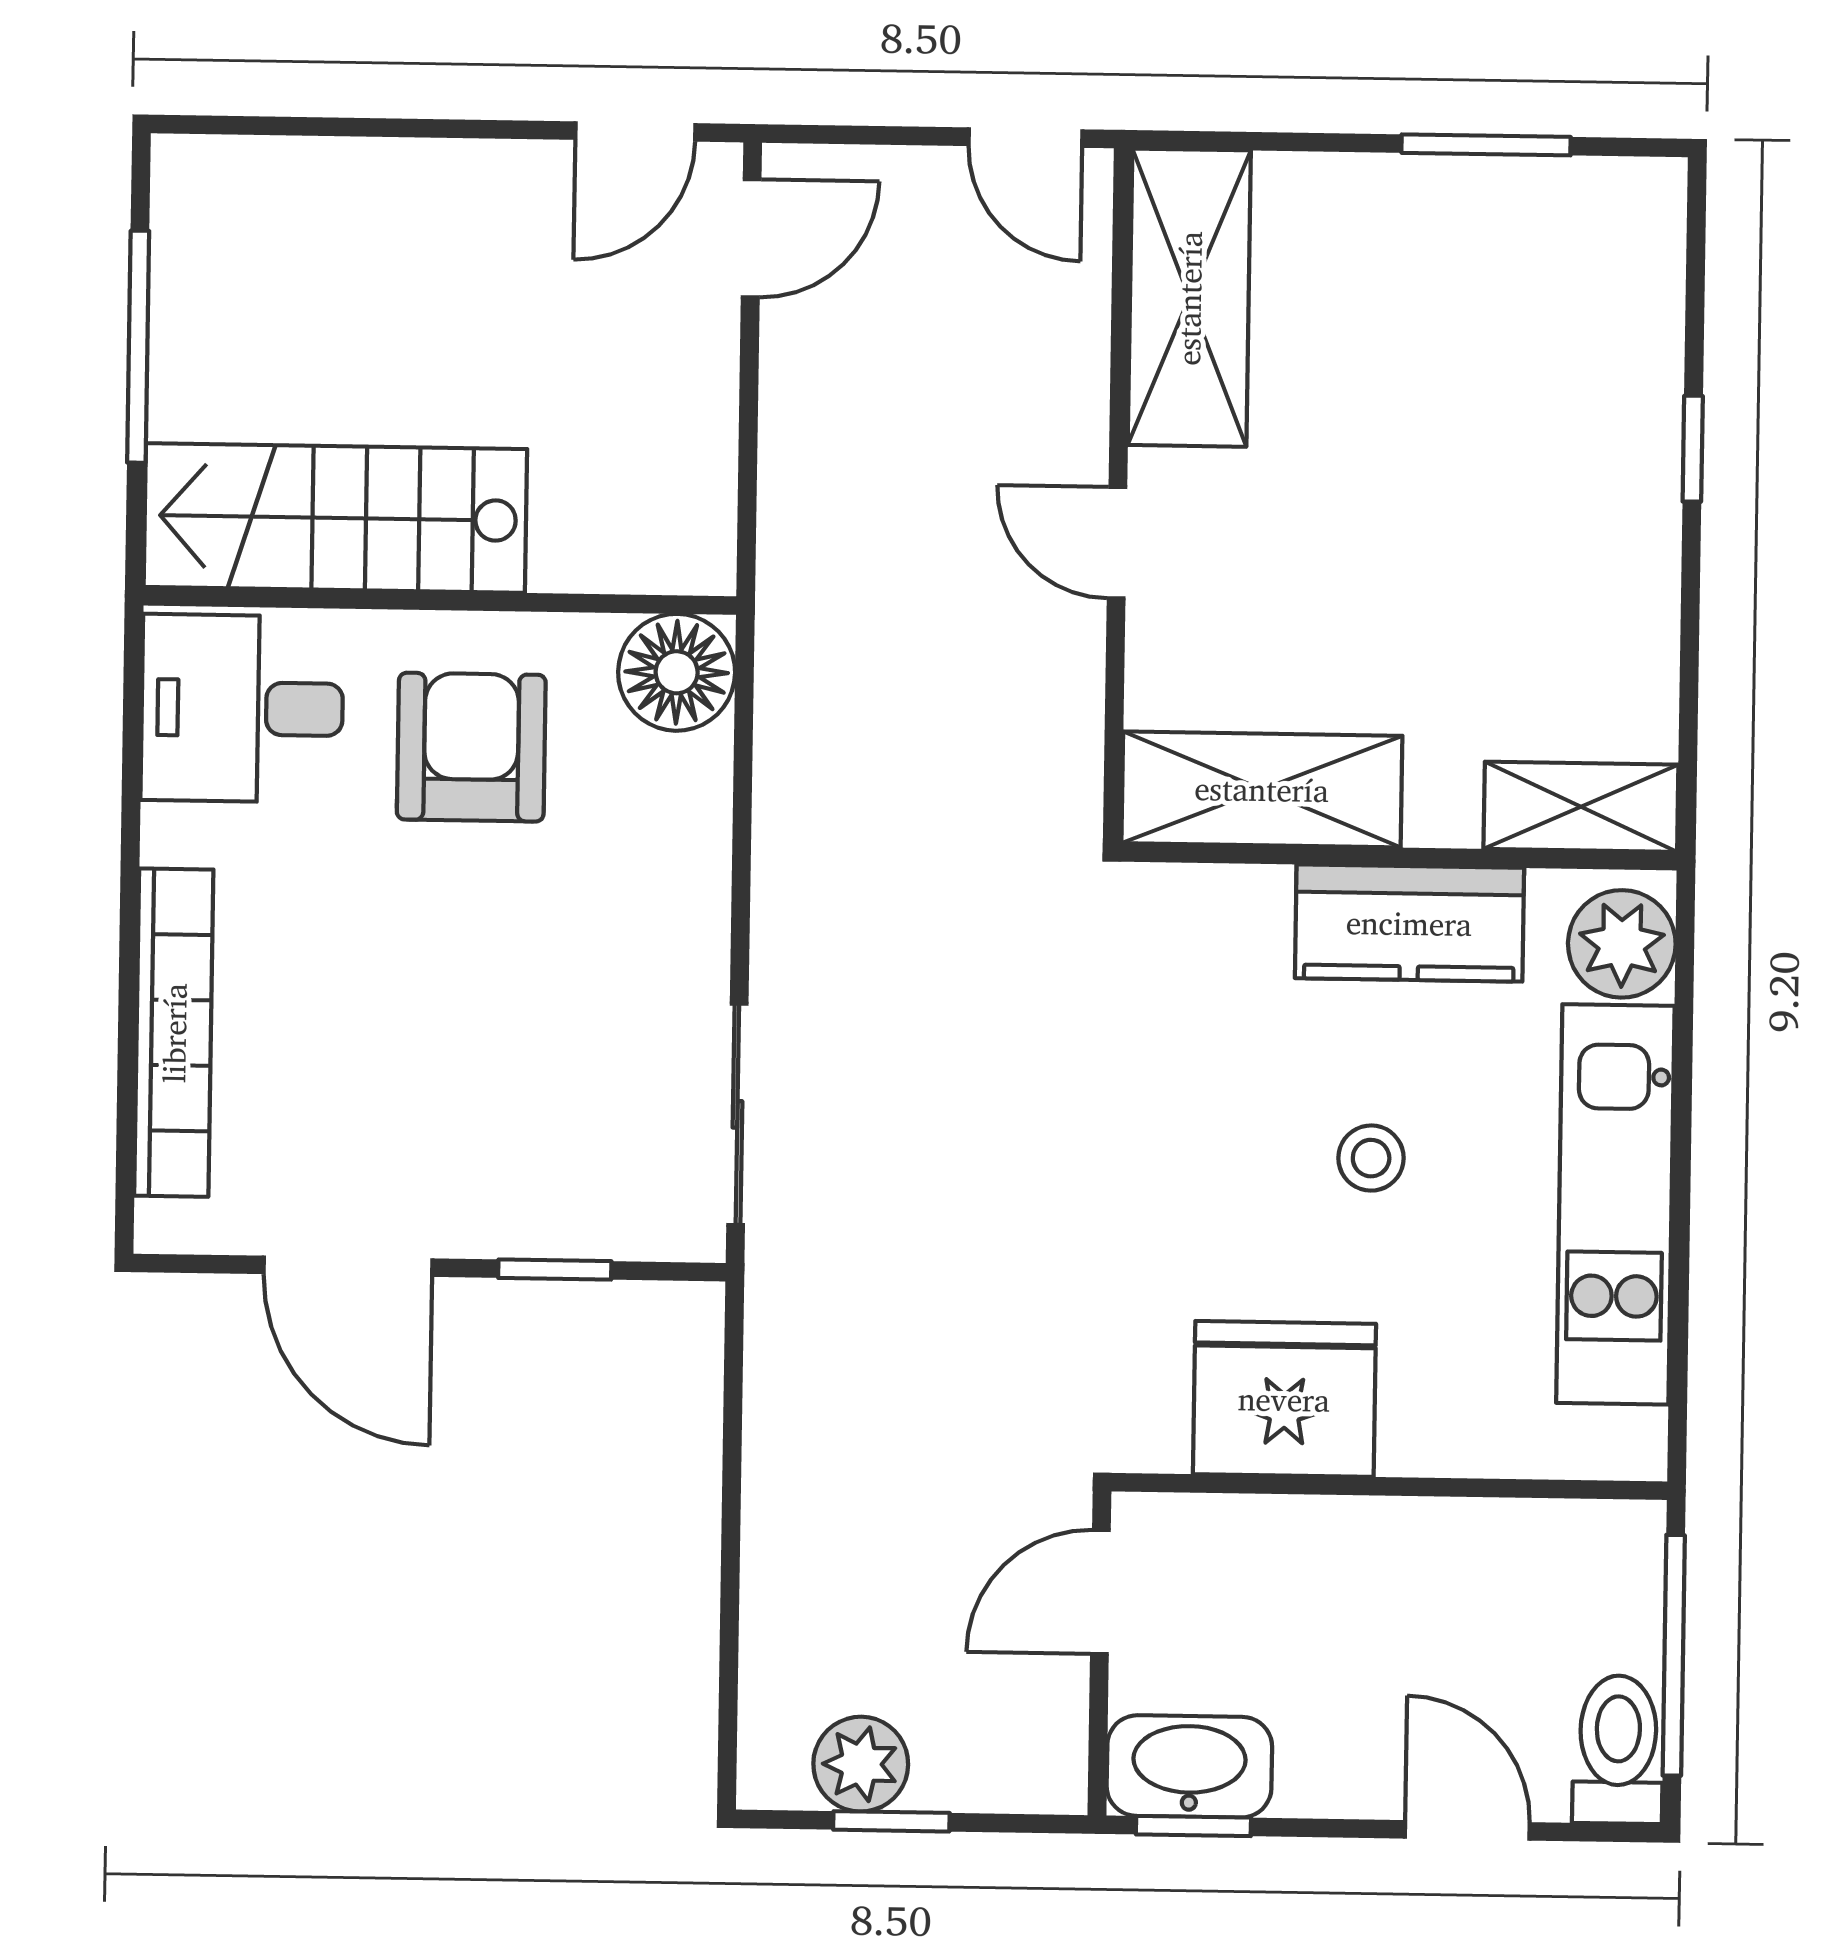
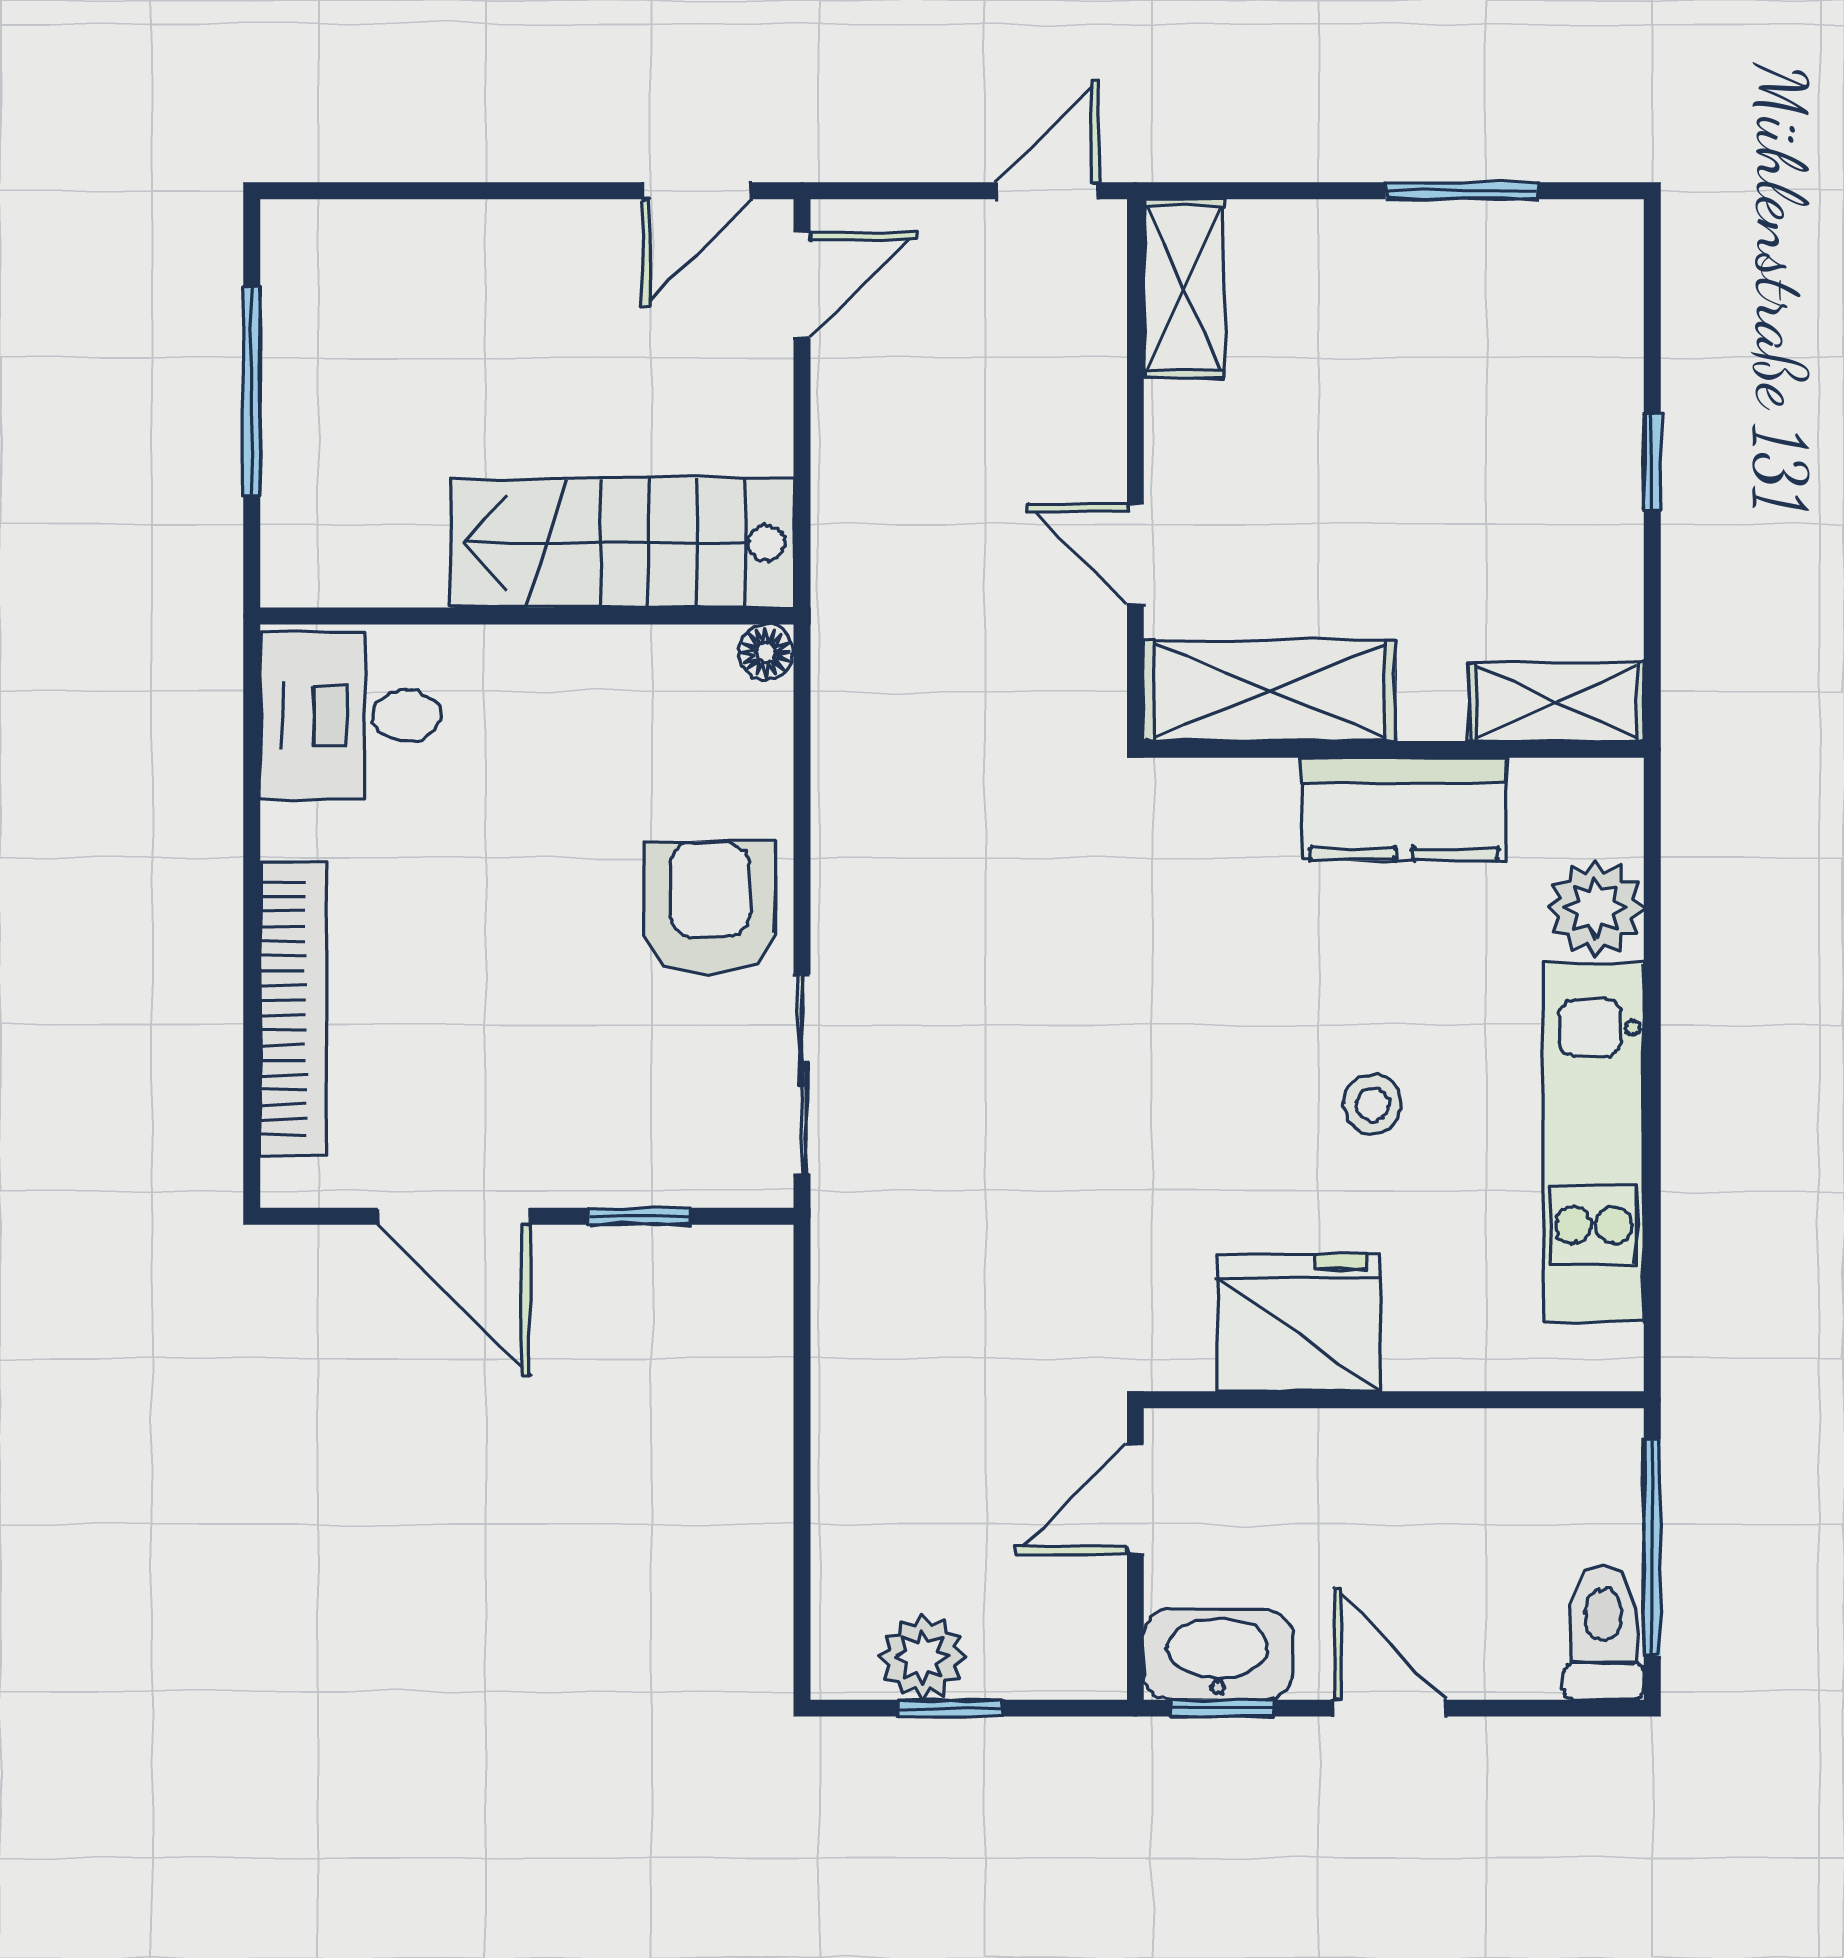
door: (1025, 138) -> (1047, 191), swing flipped
shelving: (1189, 298) -> (1184, 288), width x0.67, depth x0.75
stairs: (335, 518) -> (622, 543), moved
floor lamp: (677, 672) -> (766, 652), width x0.53, depth x0.53
armchair: (471, 747) -> (710, 908), moved
shelving: (1262, 789) -> (1269, 691), moved
shelving: (1581, 807) -> (1557, 702), moved
wall: (1399, 857) -> (1394, 749), moved
kitchen counter: (1409, 923) -> (1404, 809), moved
door: (1467, 1830) -> (1390, 1708), moved

